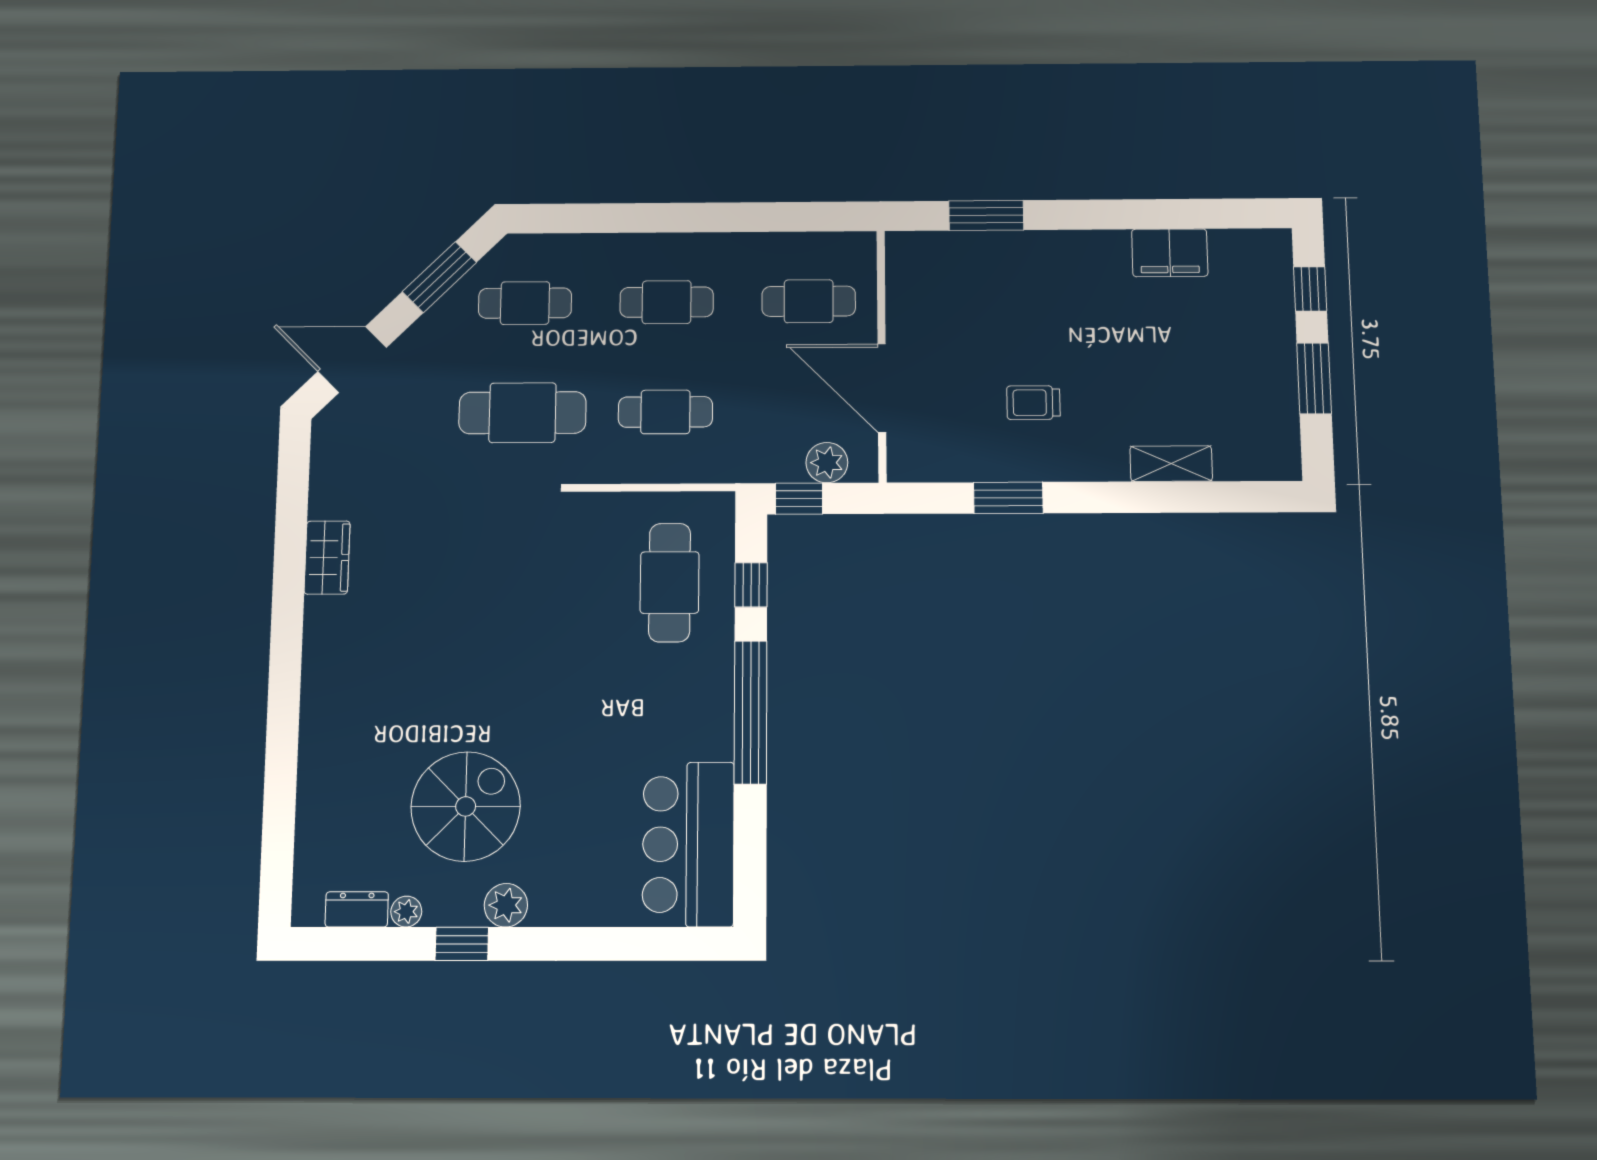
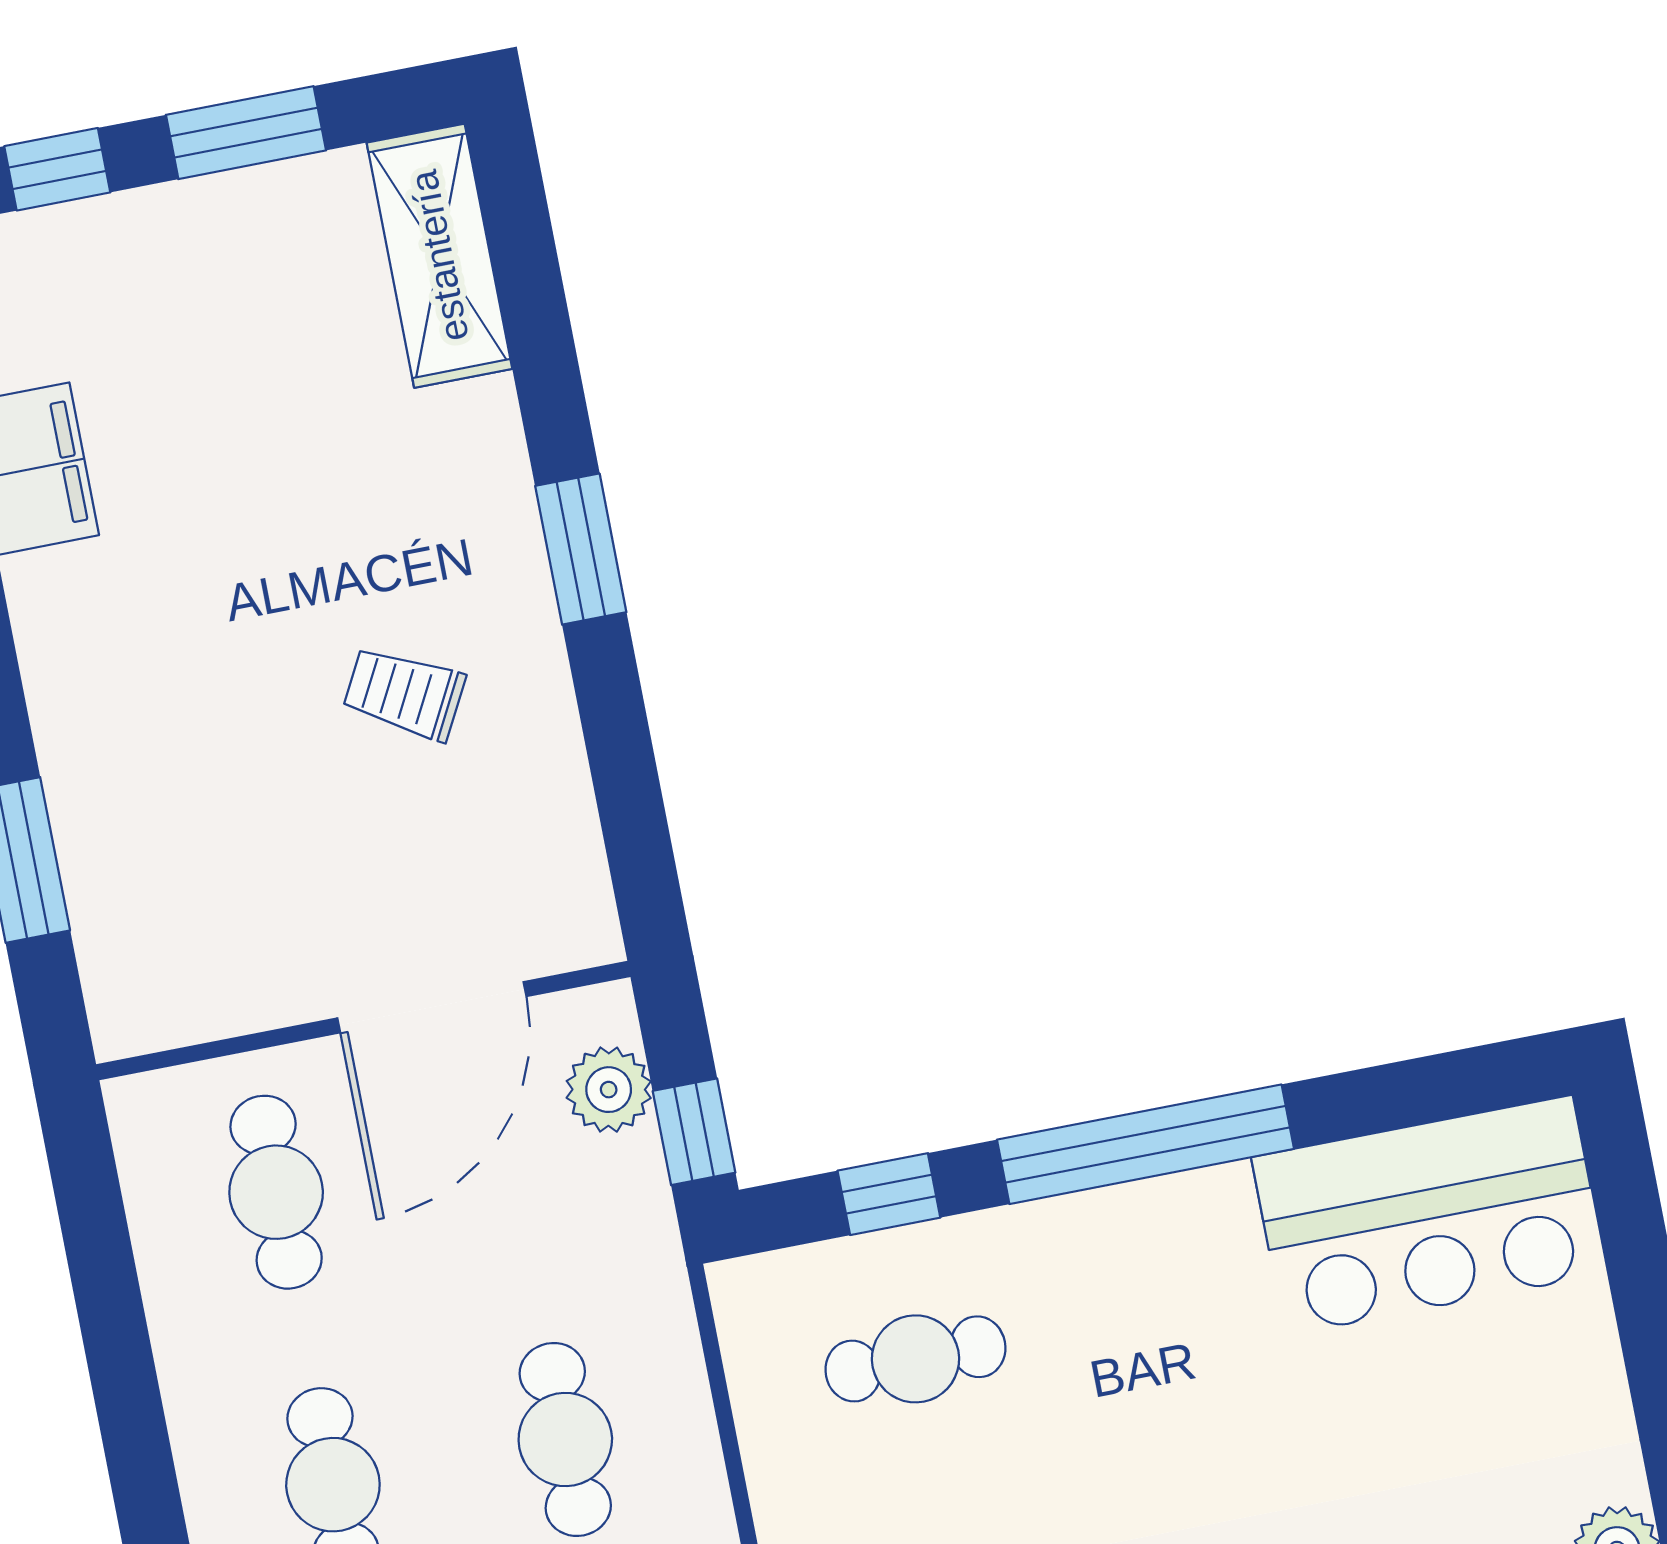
trolley: (1033, 403) -> (404, 693), turned 118
shelving: (1171, 464) -> (439, 256), moved, width x1.50, depth x1.33
window: (1008, 498) -> (581, 549), moved
cafe table: (670, 583) -> (915, 1359), width x0.73, depth x0.74

